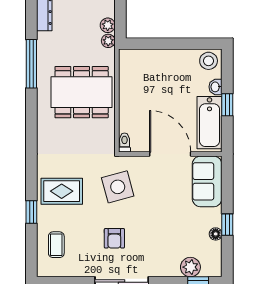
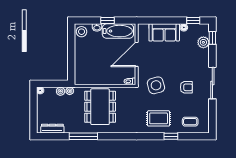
sofa: (207, 181) -> (164, 32), moved
rug: (62, 191) -> (159, 118), turned 90
window: (227, 225) -> (193, 21), moved

